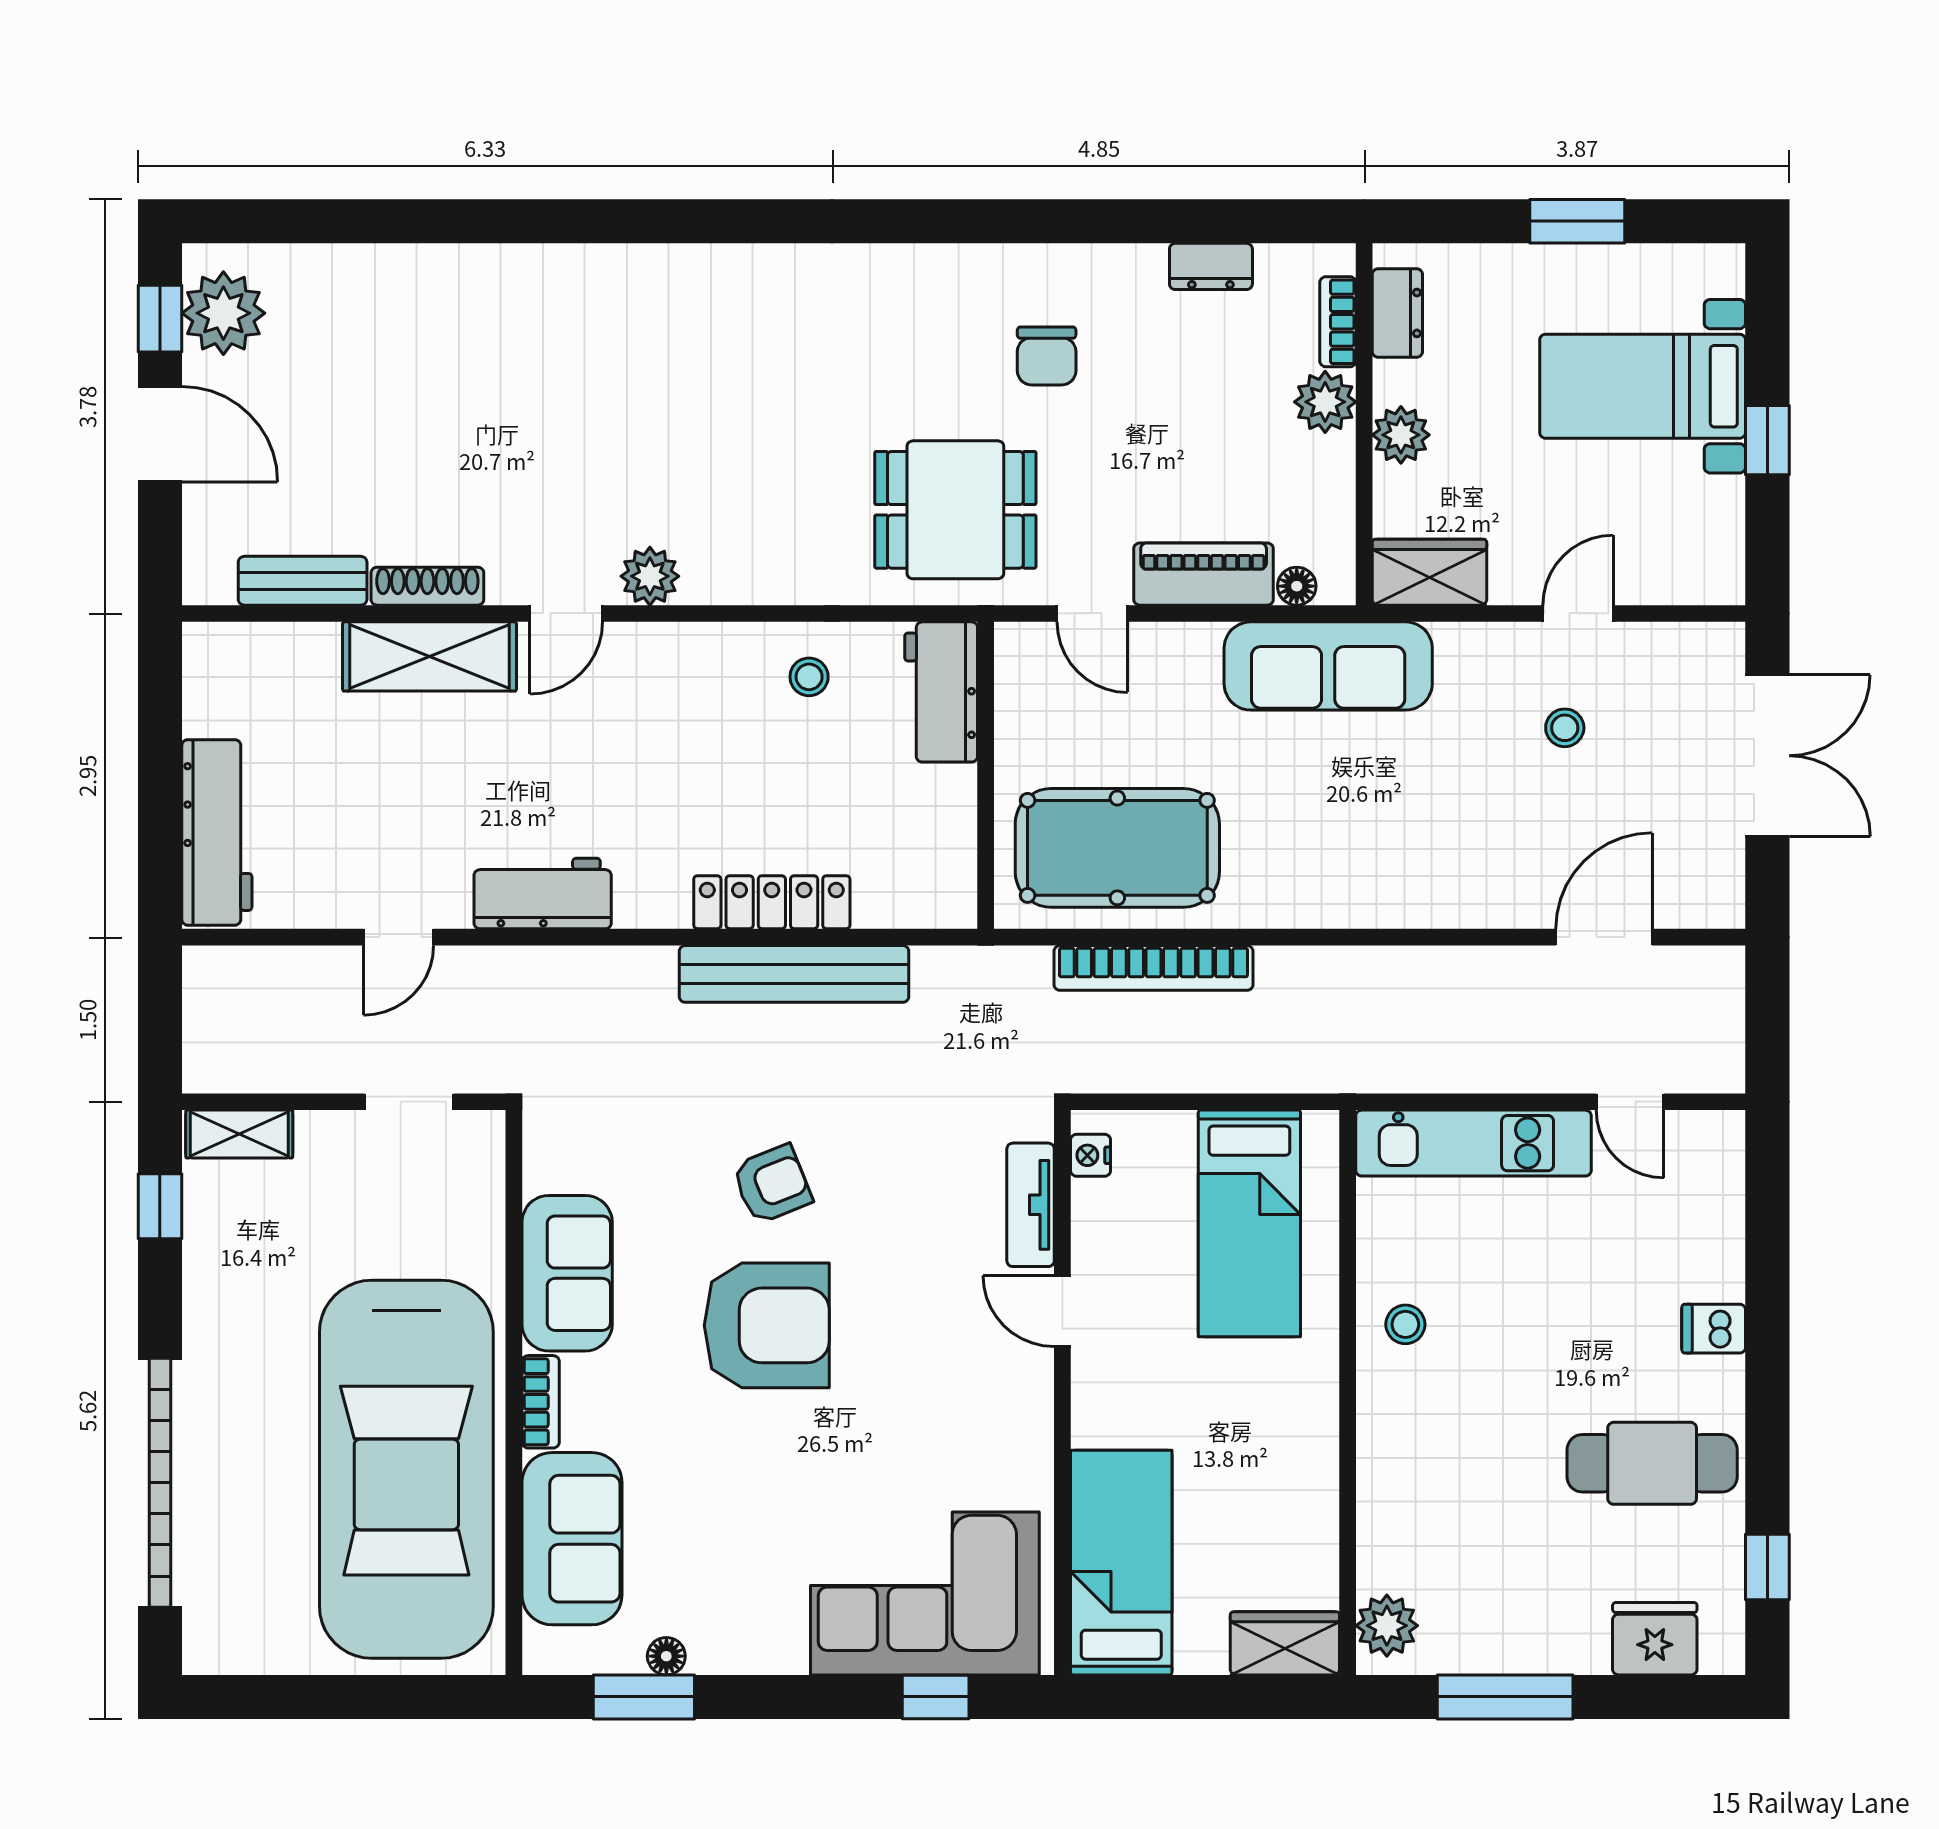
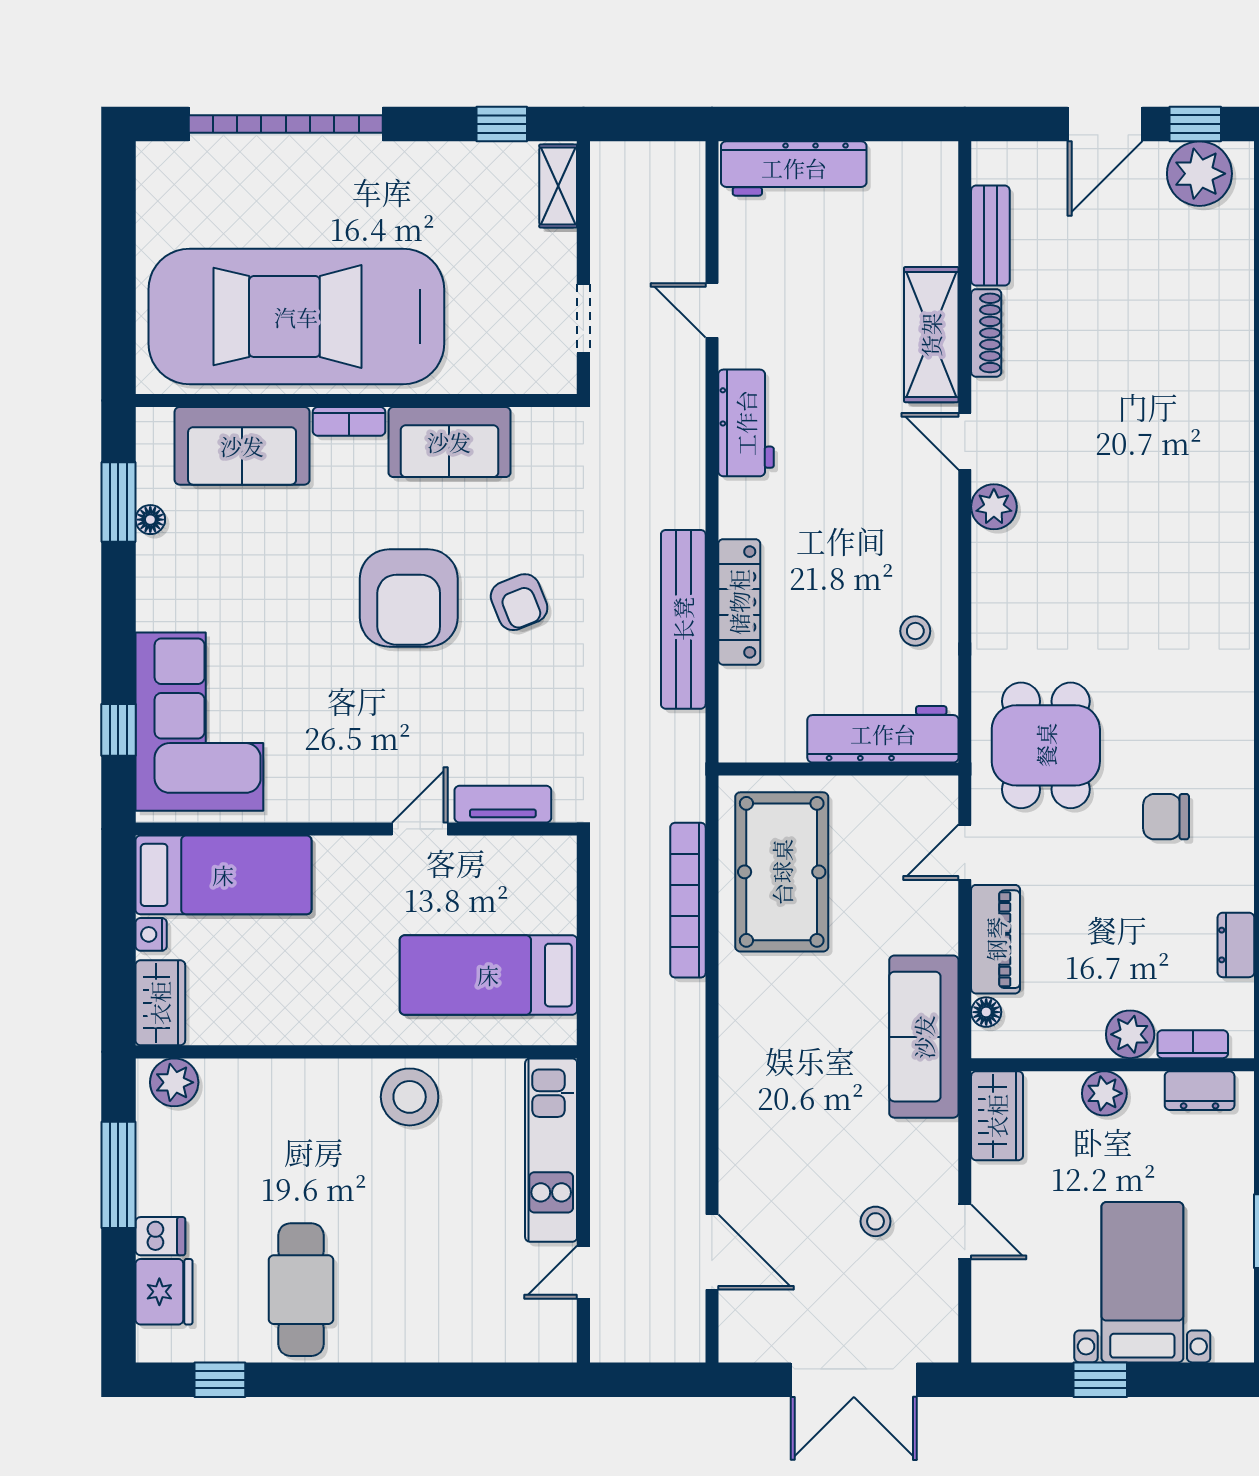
workbench: (941, 692) -> (883, 734), width x1.38
nightstand: (1091, 1155) -> (151, 934), moved, turned -90
stool: (1405, 1324) -> (410, 1097), width x1.89, depth x1.89
dishwasher: (1714, 1329) -> (160, 1236), moved, turned 90

